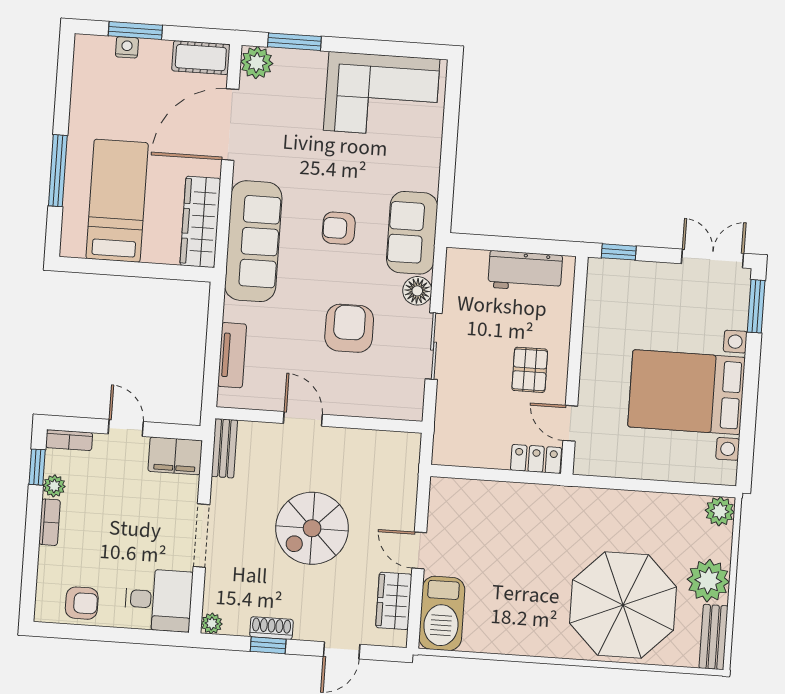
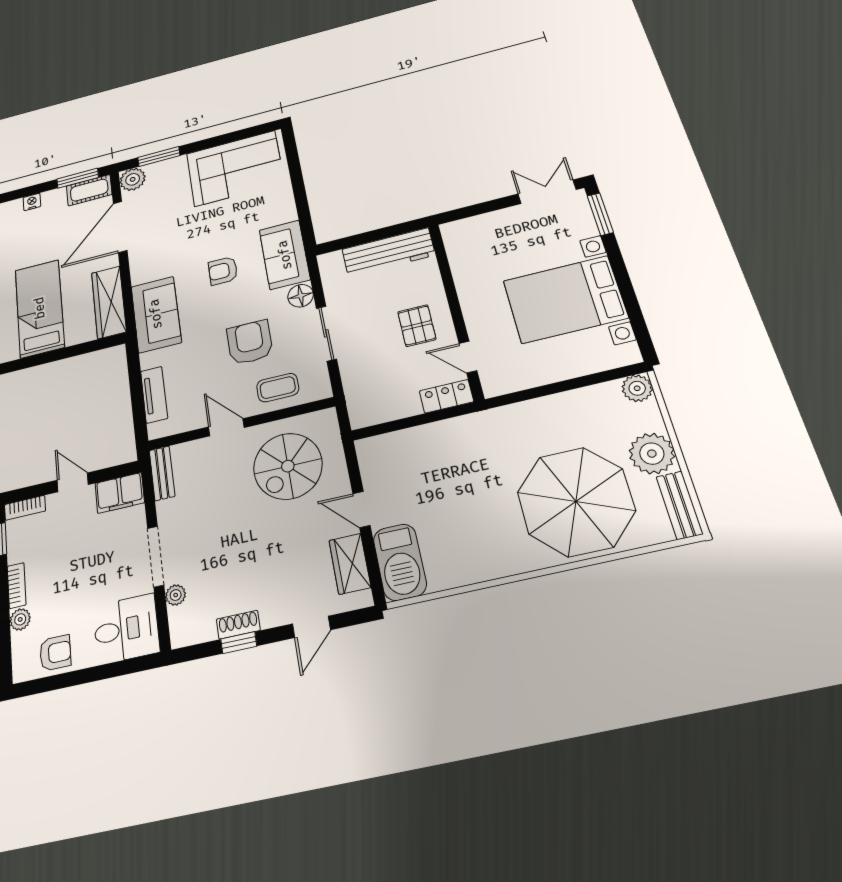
window: (135, 31) -> (78, 178), moved
sofa: (253, 241) -> (156, 314), width x0.73
window: (619, 252) -> (464, 213), removed
workbench: (525, 271) -> (388, 252), width x1.38
coffee table: (367, 392) -> (278, 388), added
plant: (54, 486) -> (20, 619), moved
spiral stairs: (312, 528) -> (288, 466), moved
plant: (212, 623) -> (176, 595), moved

